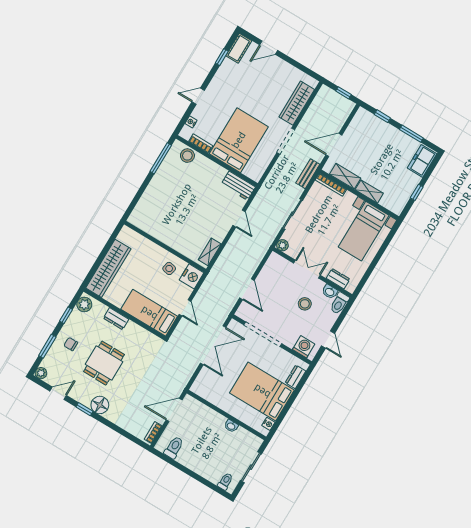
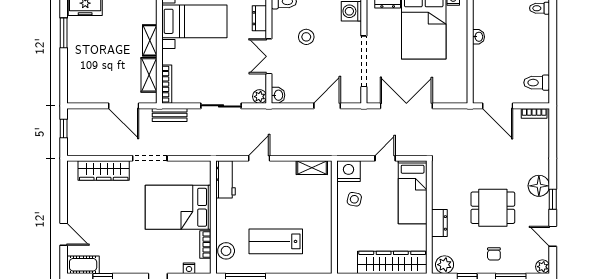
window: (382, 116) -> (64, 74), removed
lab bench: (173, 195) -> (276, 241), added
washbasin: (330, 292) -> (278, 95), moved

